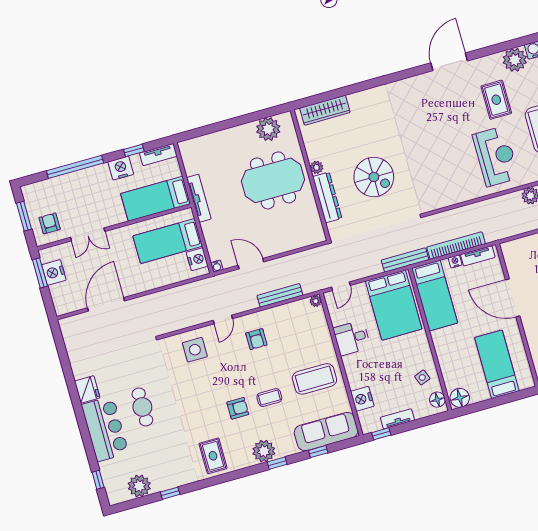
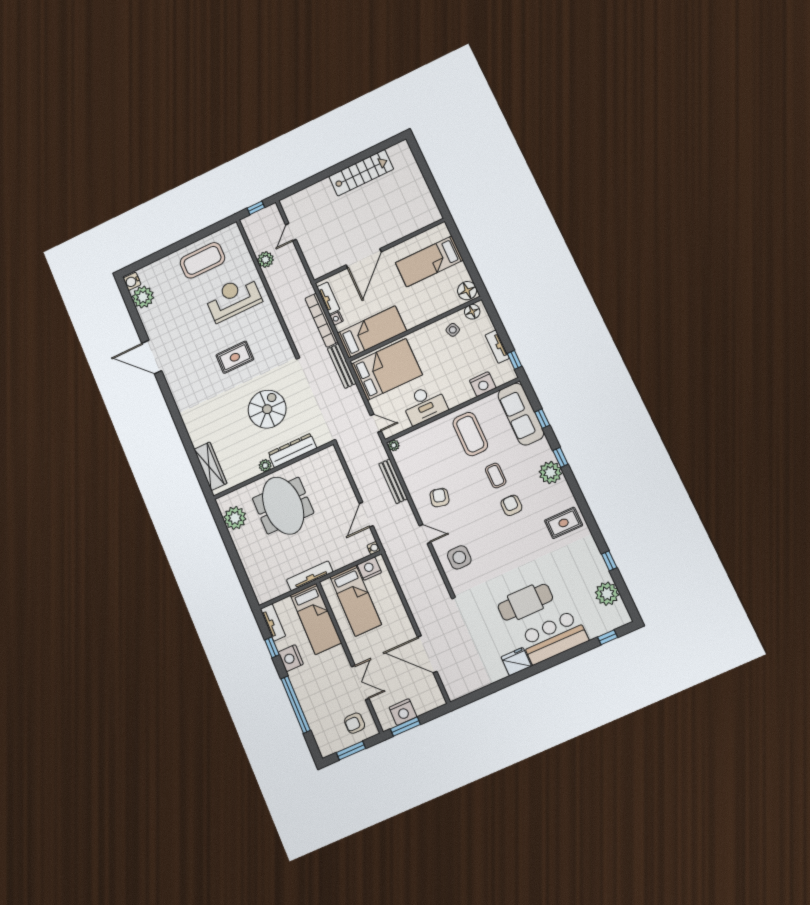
rug: (496, 100) -> (235, 357), moved
desk: (352, 338) -> (424, 404), width x1.37
armchair: (256, 339) -> (440, 498), turned -77
cafe table: (142, 407) -> (525, 602), width x1.37, depth x1.35

